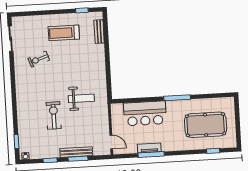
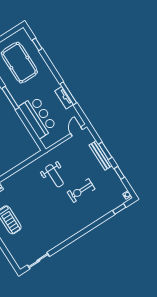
exercise bike: (39, 59) -> (42, 228), removed
weight bench: (81, 98) -> (54, 176), turned 180

